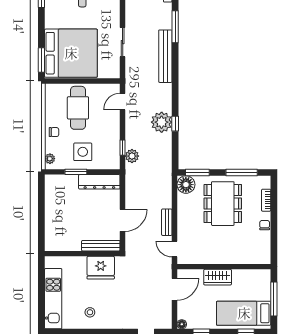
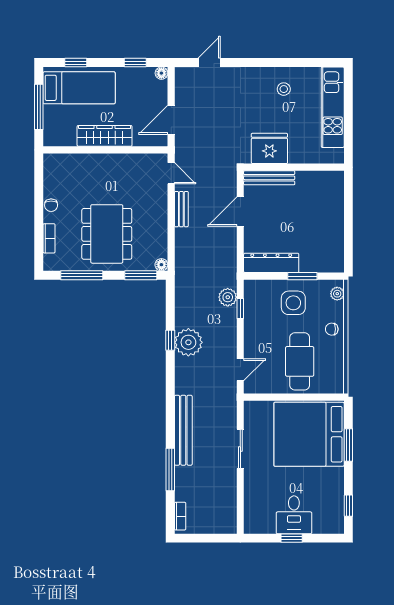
window: (41, 60) -> (348, 445), moved
floor lamp: (186, 185) -> (161, 265), width x0.53, depth x0.53
wardrobe: (218, 277) -> (105, 136), width x1.50

